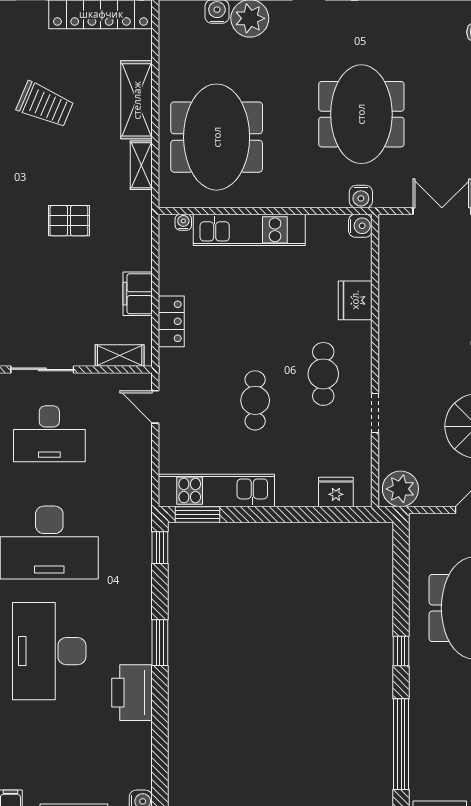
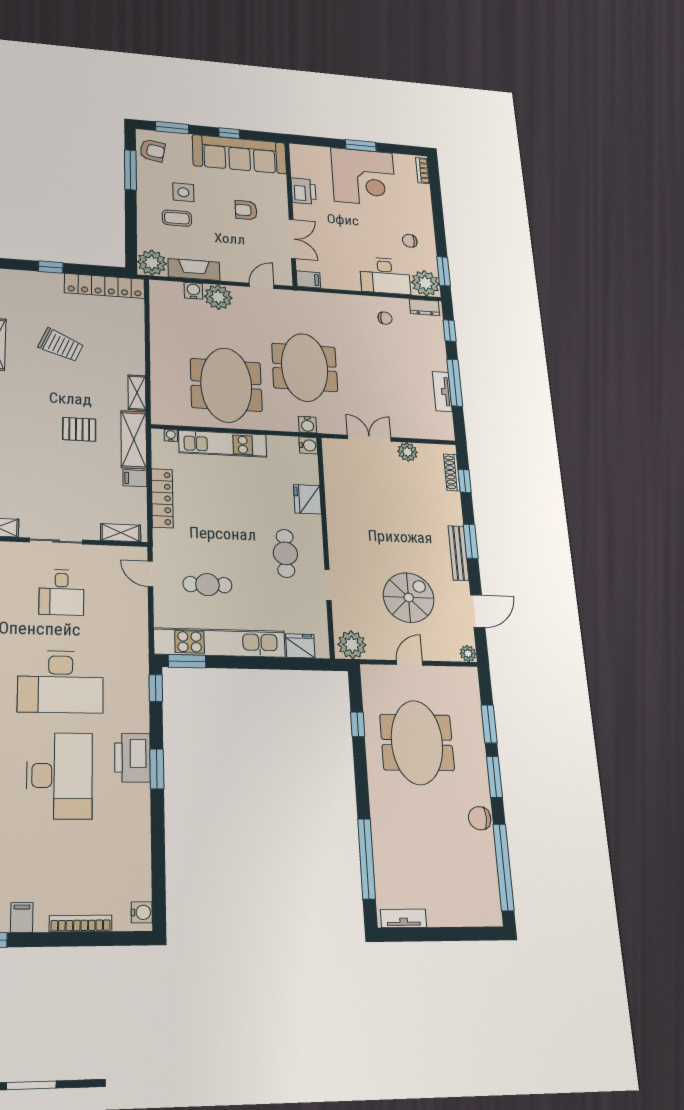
shelving: (137, 100) -> (134, 440), moved
meeting table: (217, 137) -> (226, 385), moved
filing cabinet: (138, 294) -> (135, 478), width x0.50
locker: (171, 321) -> (162, 498), width x1.53
cafe table: (255, 400) -> (207, 585), moved, turned 90
desk: (49, 434) -> (61, 592), width x0.73
kitchen unit: (216, 491) -> (220, 643), width x1.36
desk: (49, 651) -> (59, 776), turned 180
window: (401, 651) -> (358, 724), moved
printer: (132, 693) -> (133, 758), moved

